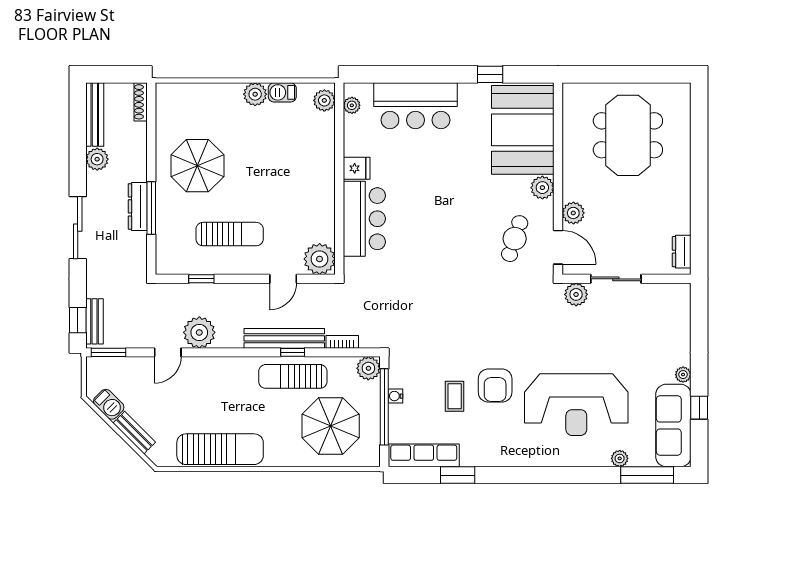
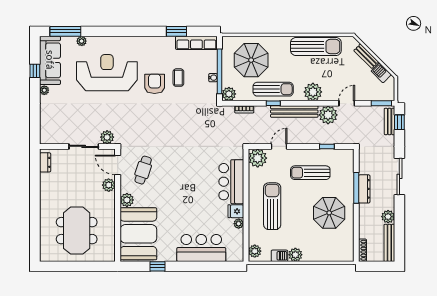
plant: (352, 105) -> (239, 224), moved
sun lounger: (295, 177) -> (272, 206), added
bench: (284, 338) -> (294, 112), moved
plant: (225, 372) -> (313, 92), added
sun lounger: (220, 449) -> (316, 47), turned 180

